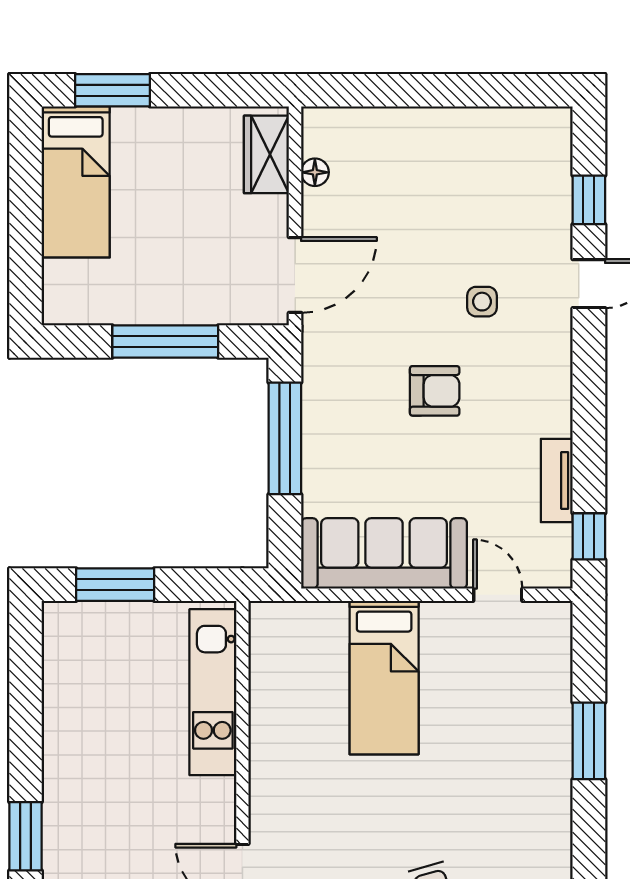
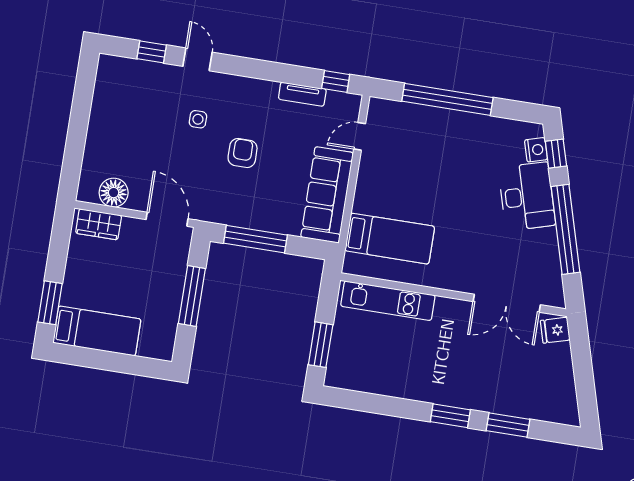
floor lamp: (315, 172) -> (114, 193), width x1.89, depth x1.89
bed: (384, 678) -> (390, 239), moved
window: (589, 741) -> (447, 99), width x2.11

